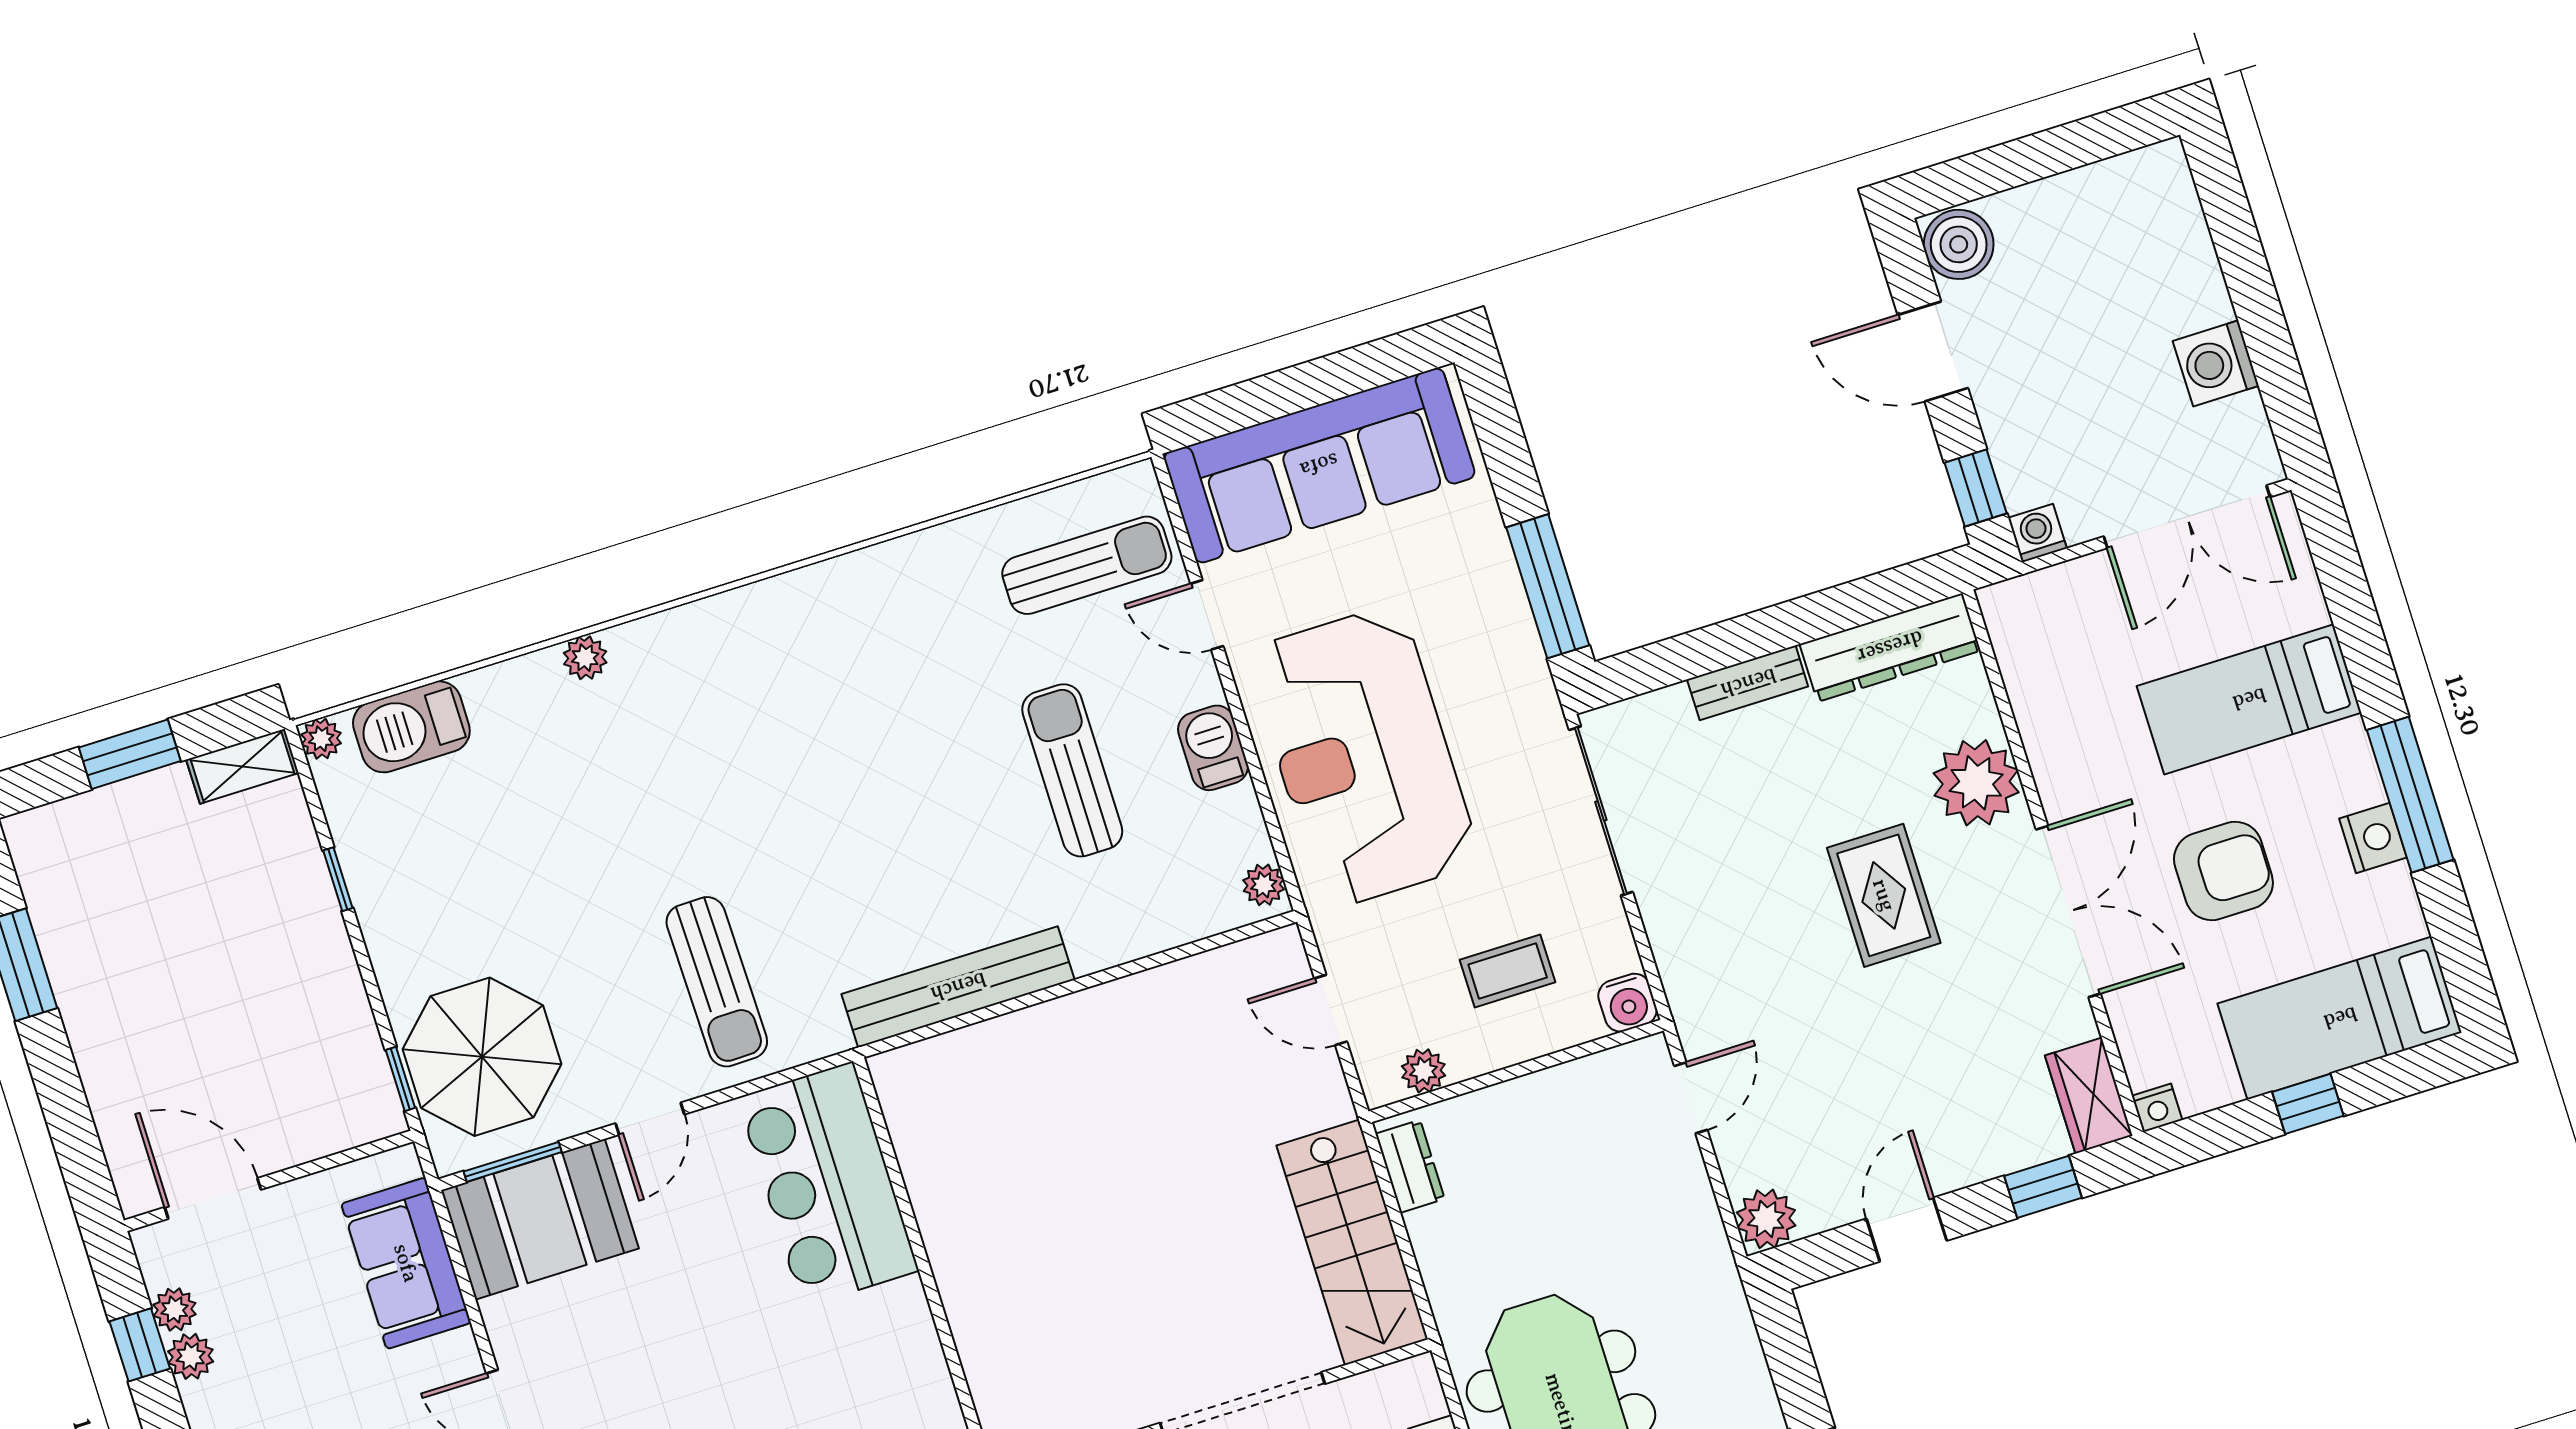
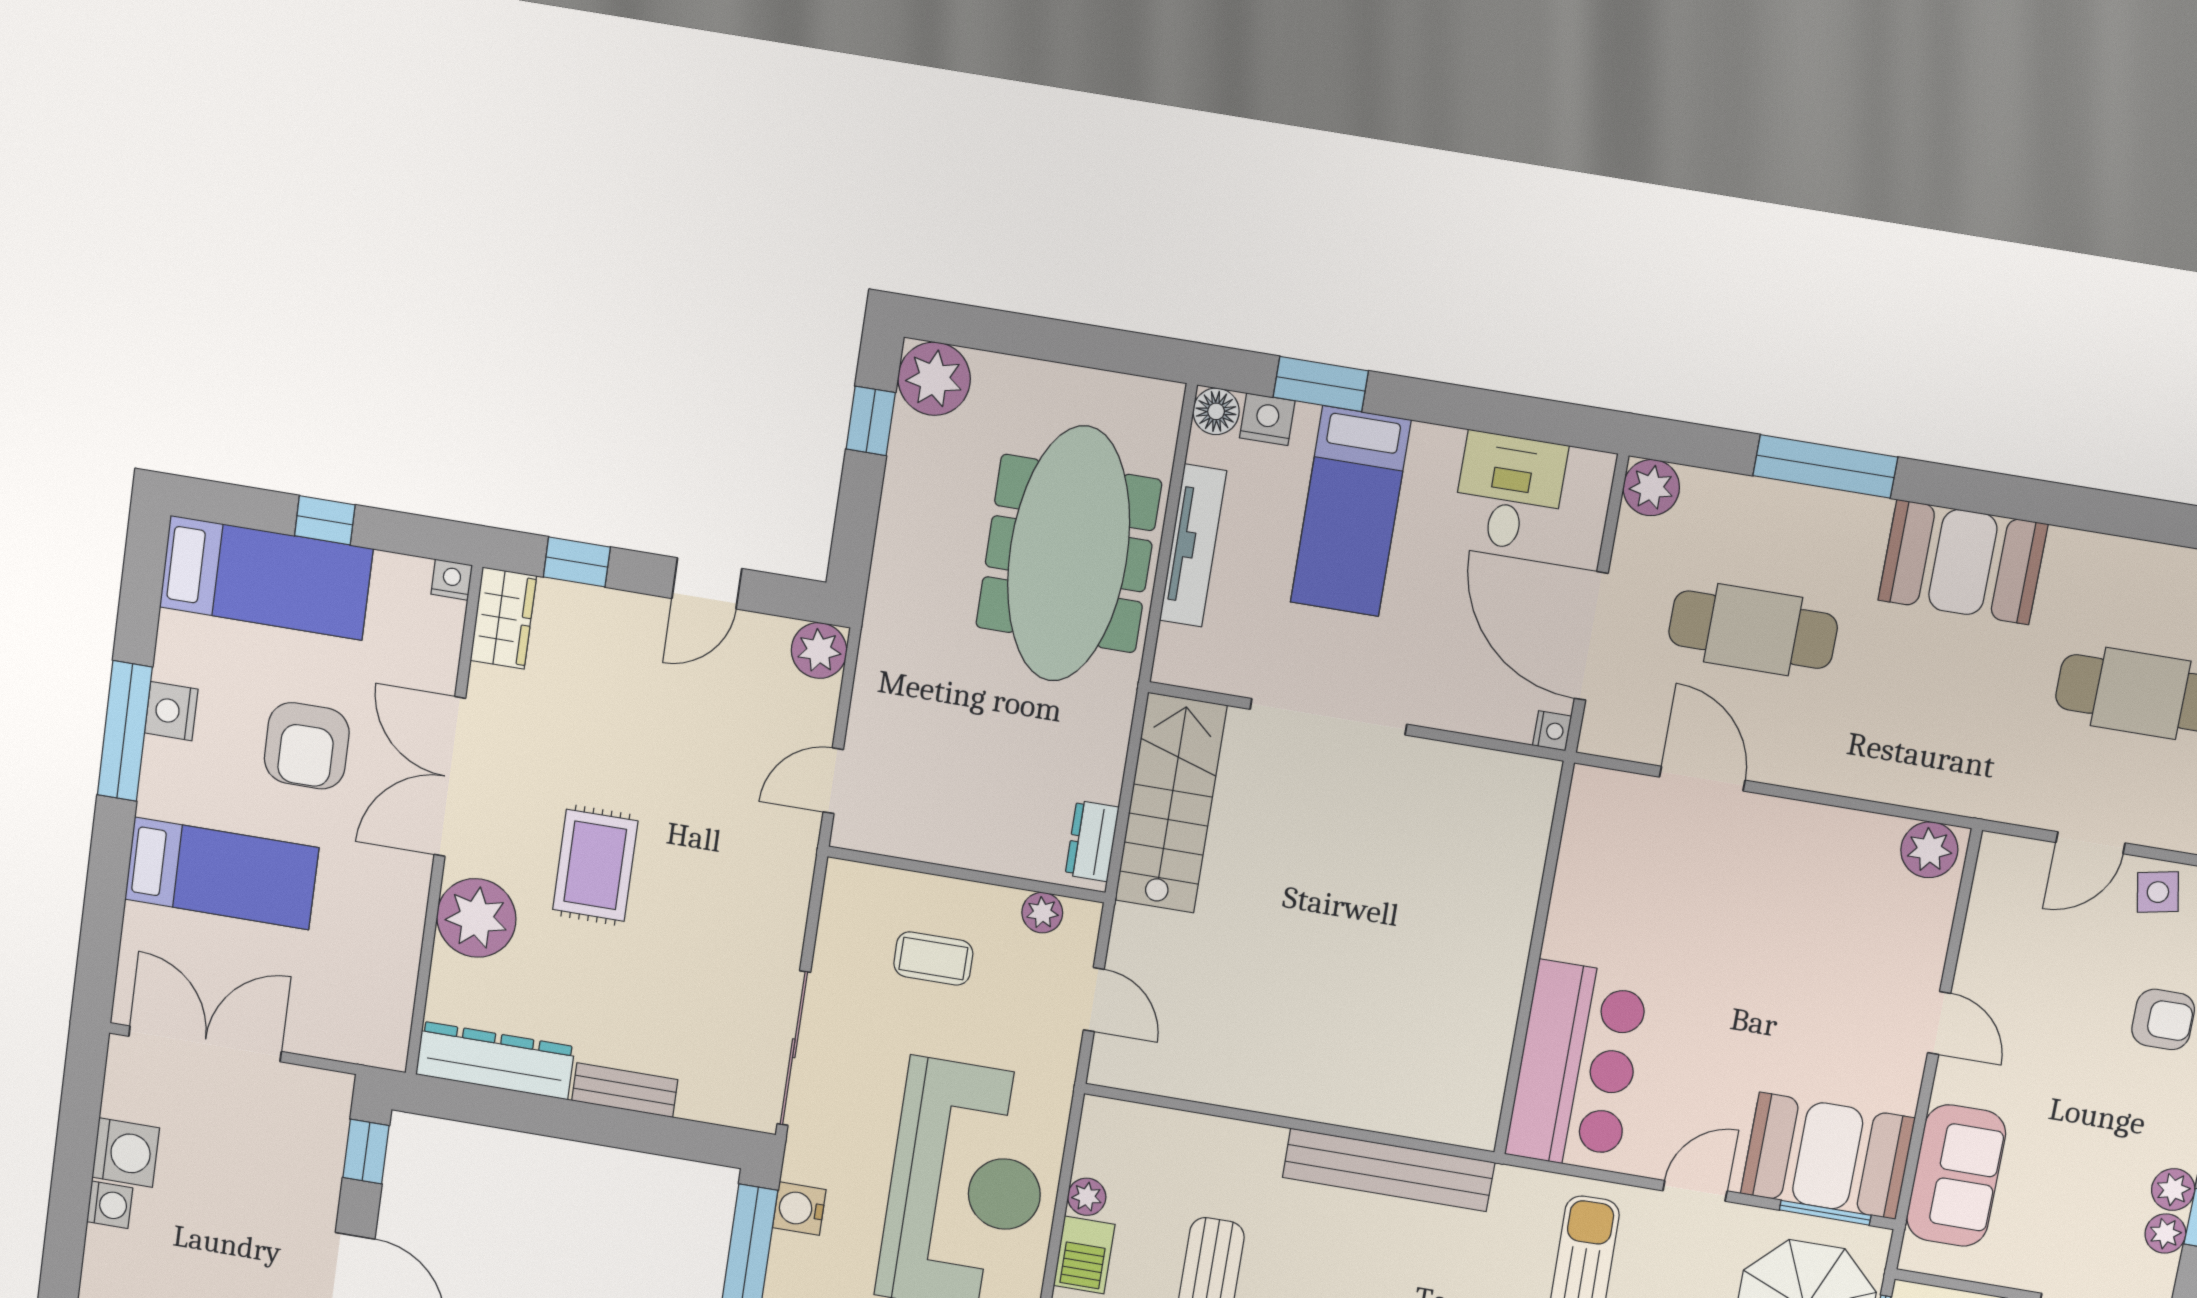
washing machine: (2037, 533) -> (110, 1205), moved, turned -90
armchair: (2223, 871) -> (307, 746), turned -90
plant: (1264, 885) -> (1087, 1197), moved
water cooler: (1628, 1003) -> (799, 1209), moved, turned -90

